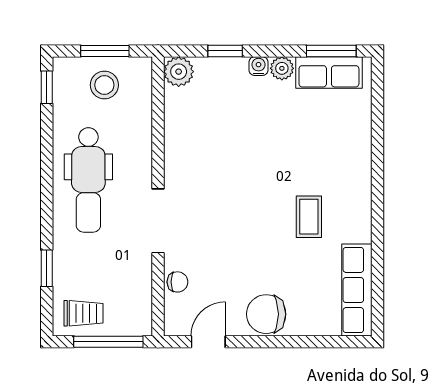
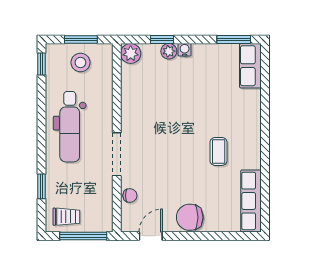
plant: (282, 68) -> (169, 51), moved
row of seats: (329, 72) -> (250, 66), moved, turned 90

